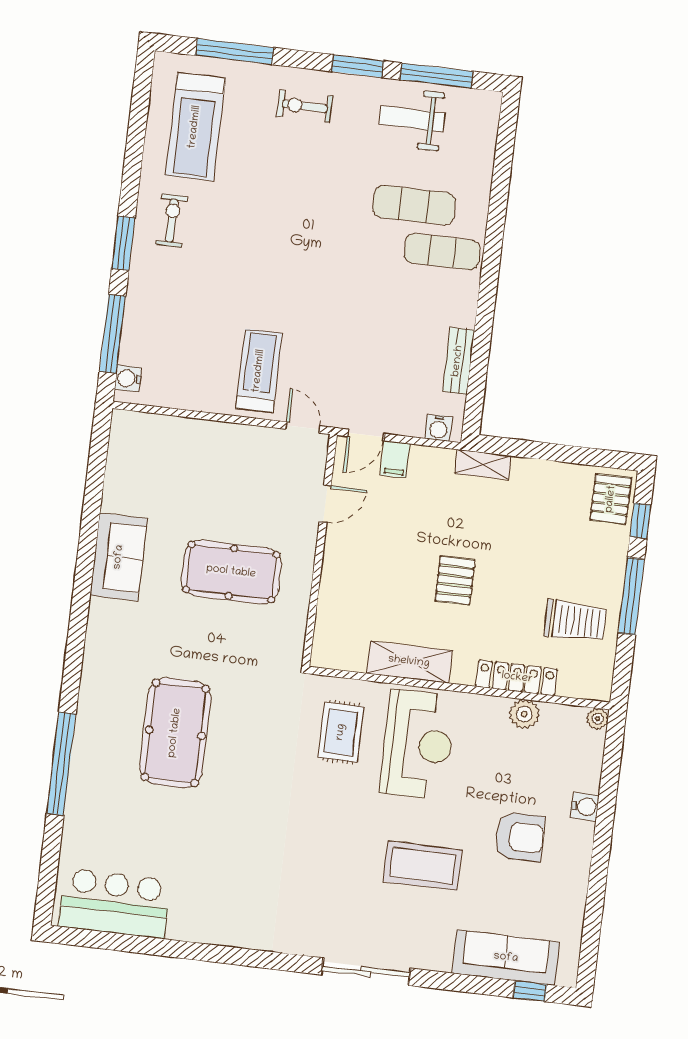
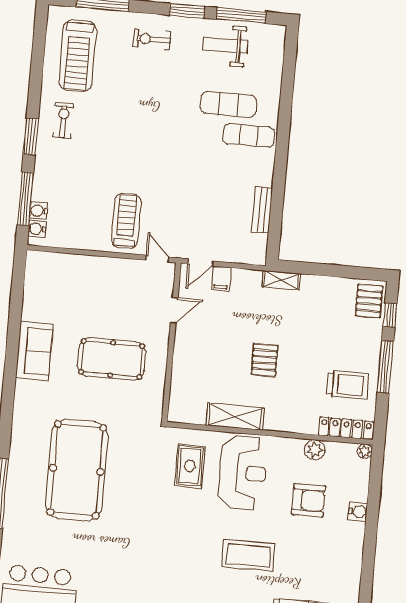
water cooler: (438, 428) -> (39, 211), moved, turned 90
locker: (517, 678) -> (346, 428), moved
pool table: (175, 733) -> (77, 470), width x1.36, depth x1.32
armchair: (520, 837) -> (309, 500), moved

